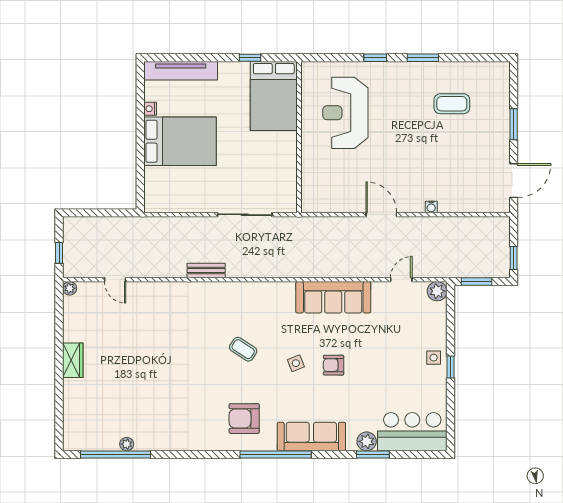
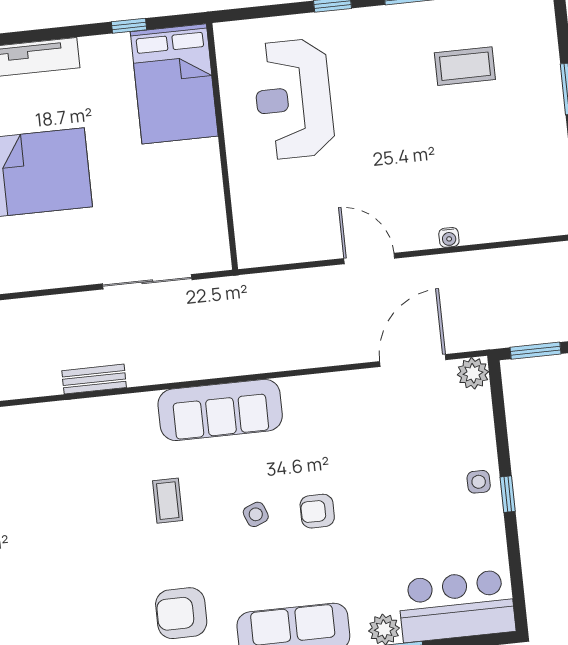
door: (401, 280) -> (413, 361), width x1.88
sofa: (333, 297) -> (220, 410), moved
coffee table: (243, 349) -> (168, 501), turned 57

